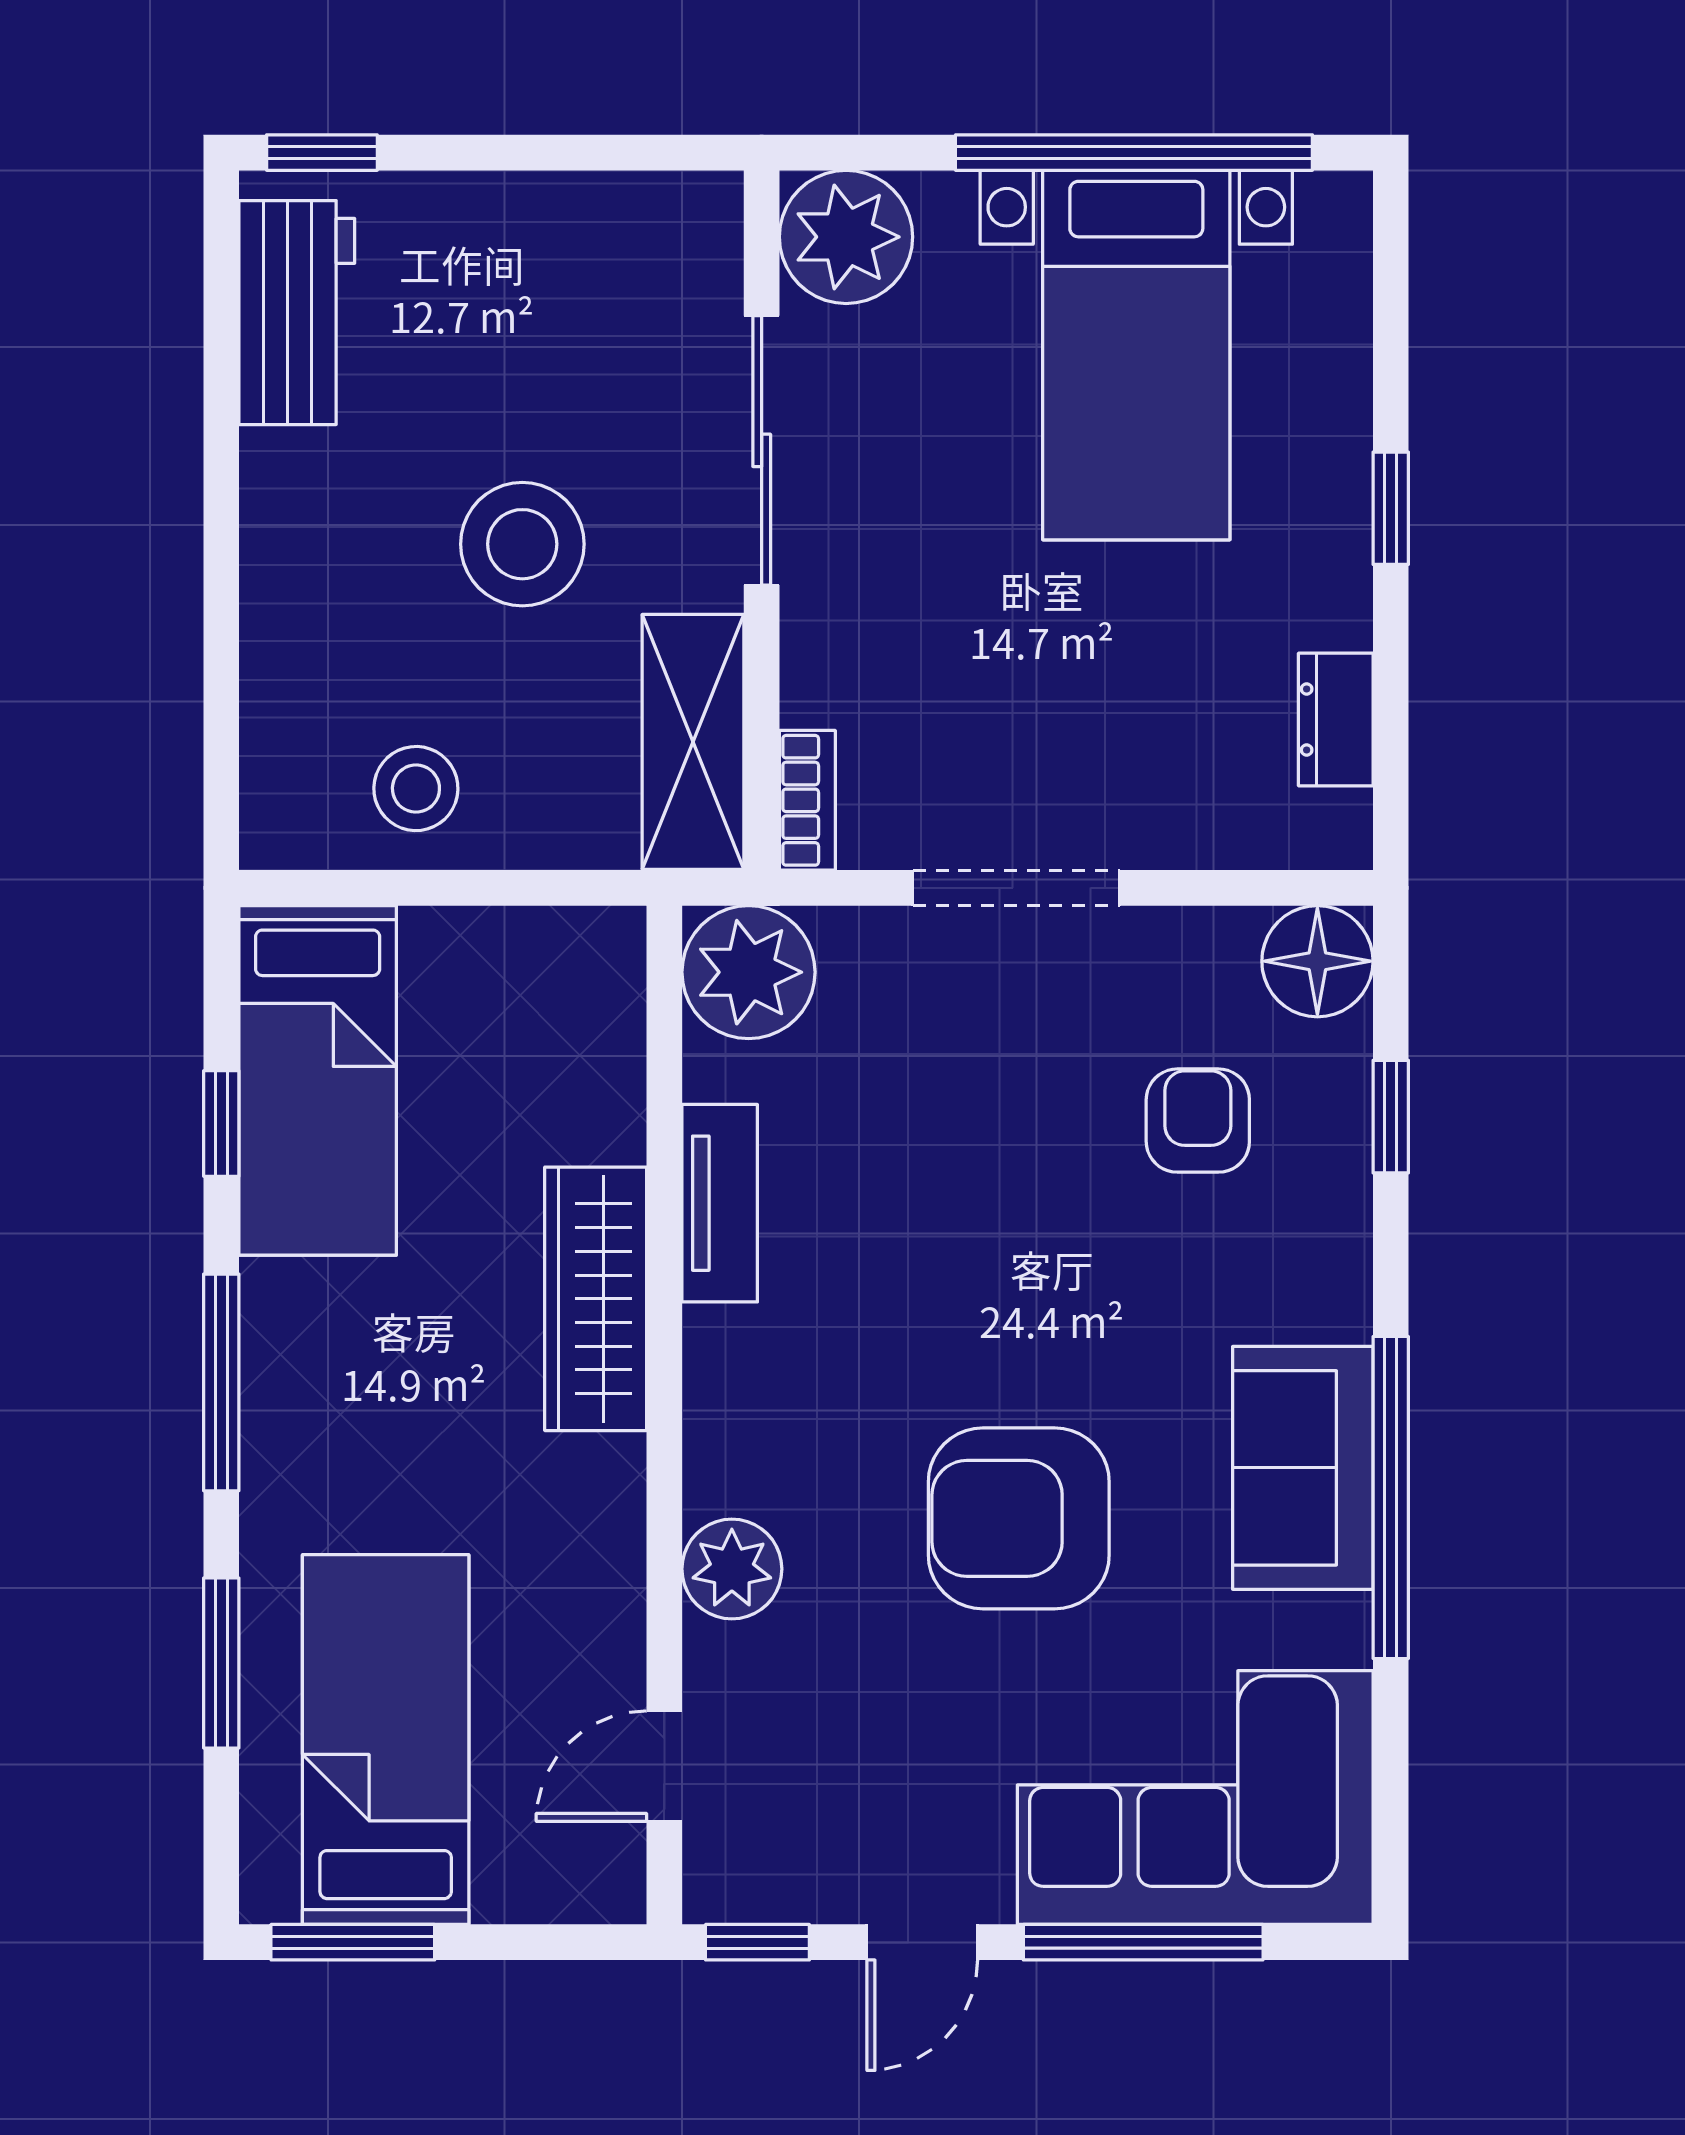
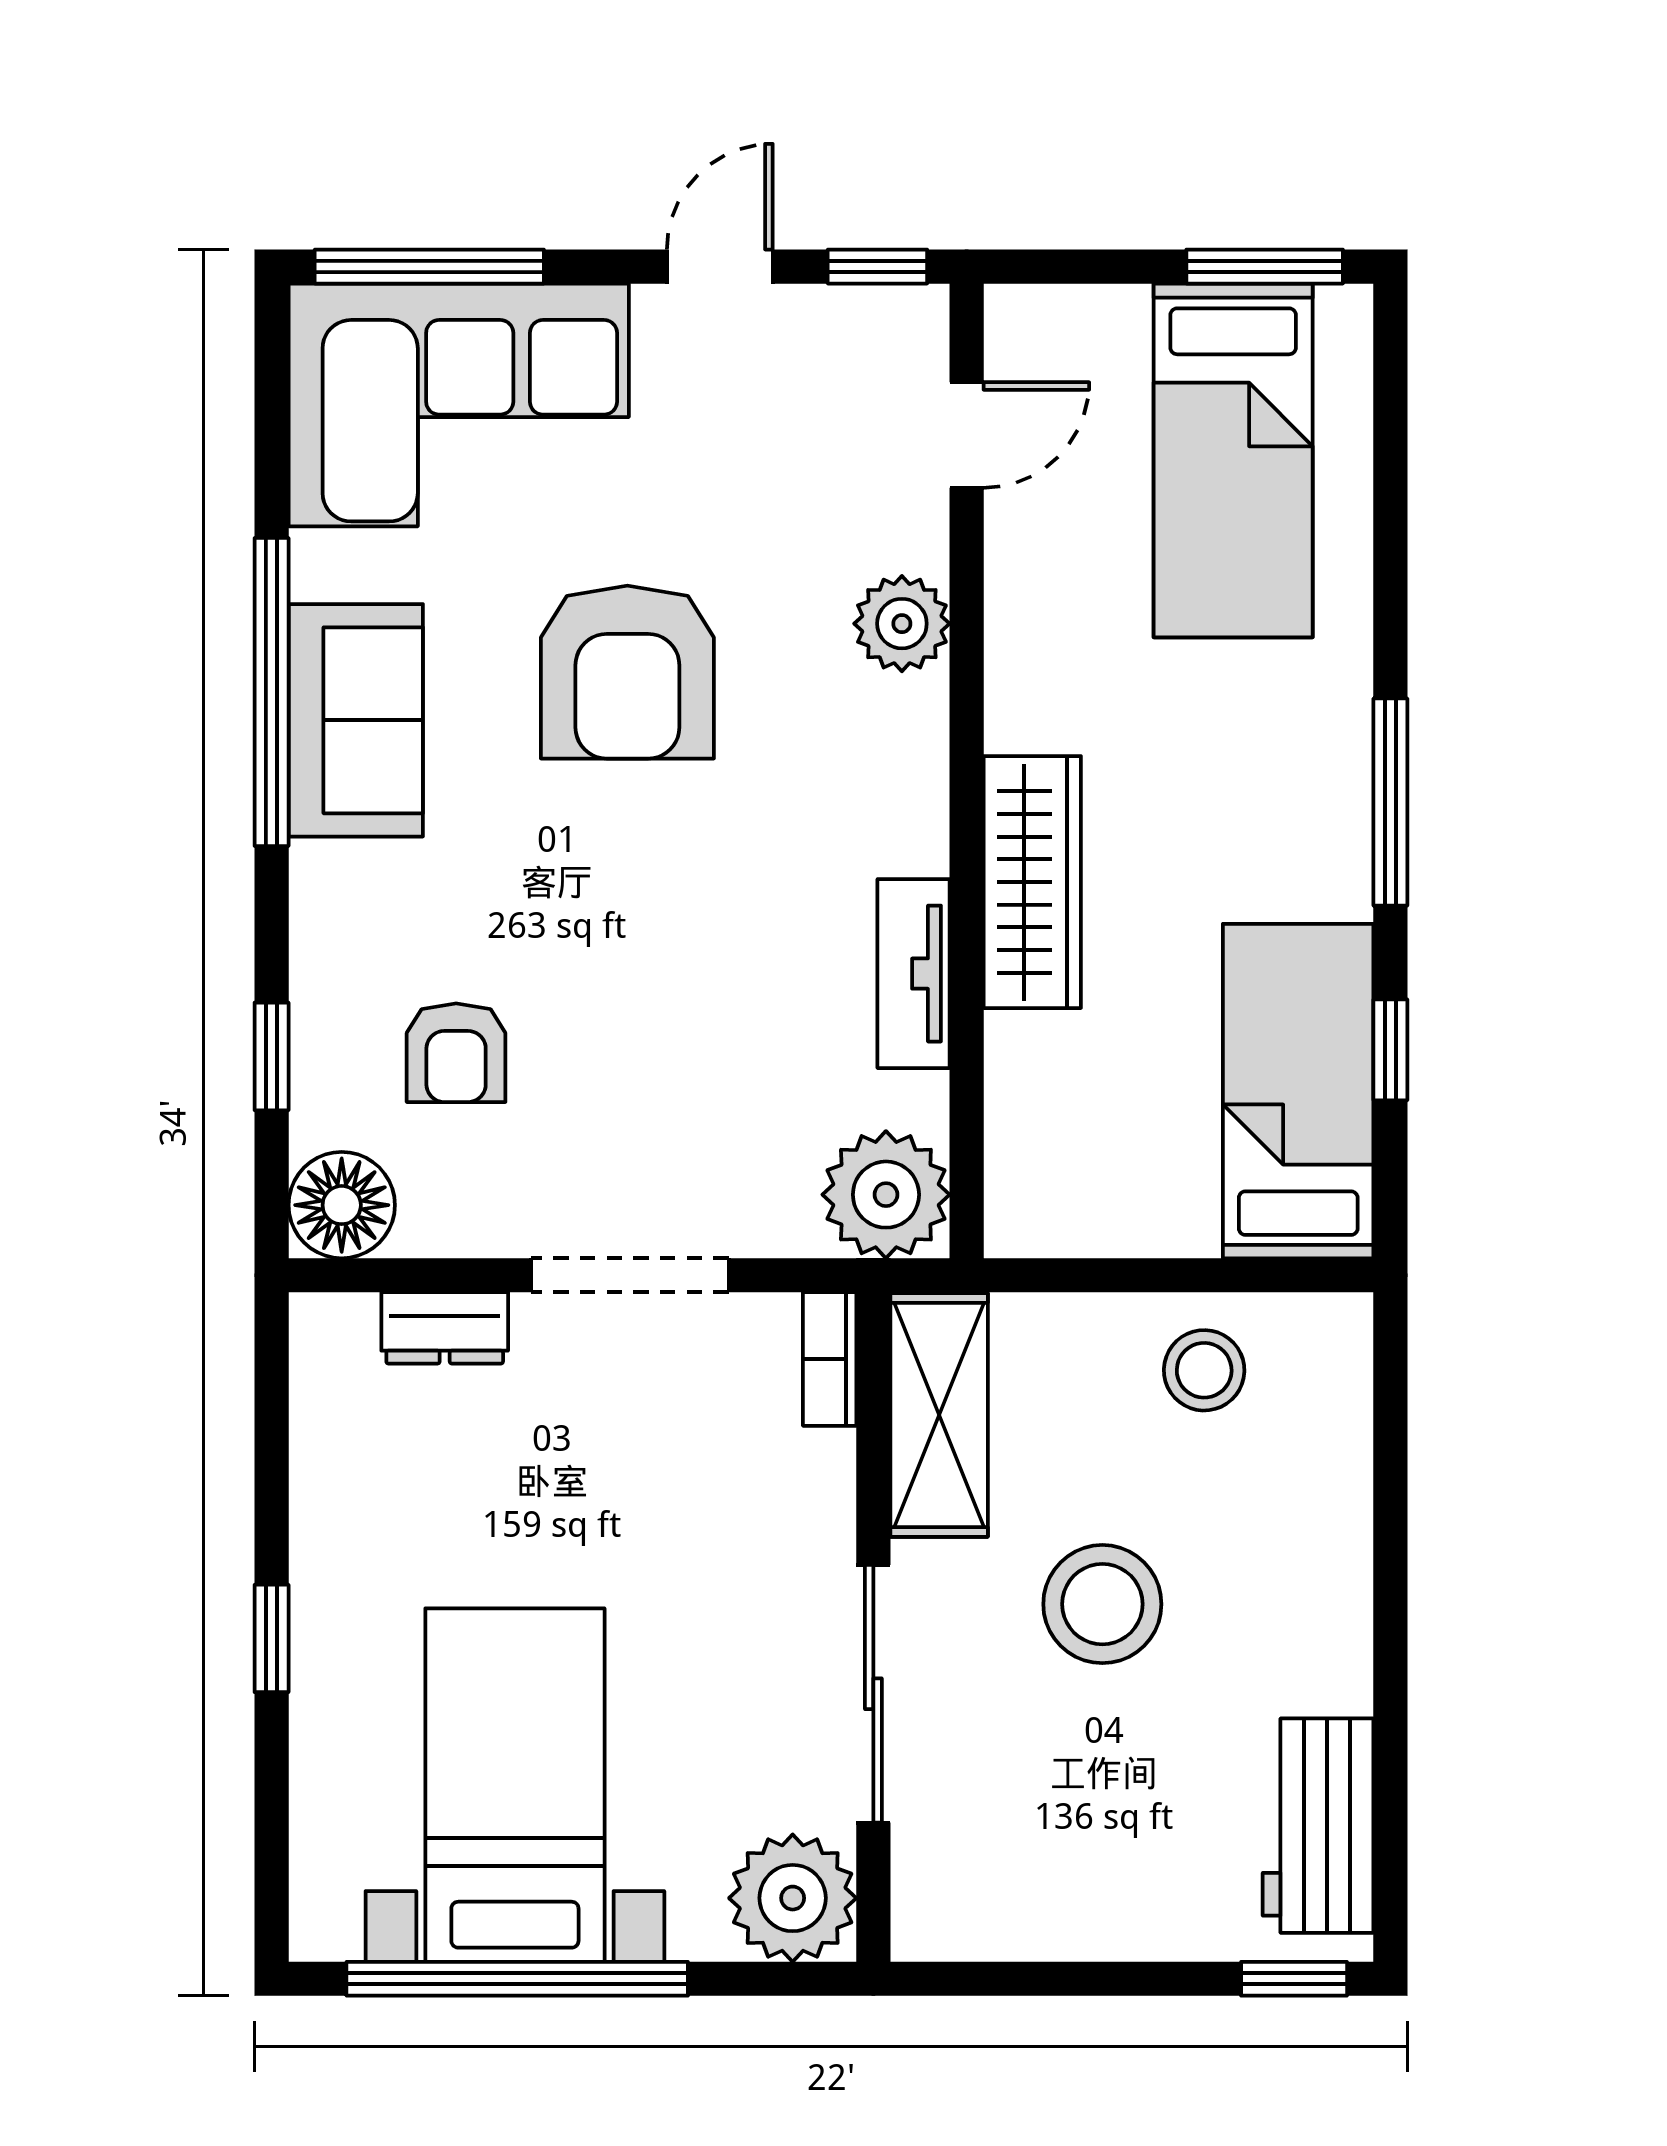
dresser: (1336, 719) -> (445, 1328), moved, turned 90
armchair: (1019, 1518) -> (627, 672), turned 90
window: (221, 1663) -> (1390, 534), removed
window: (1143, 1942) -> (429, 267), moved

